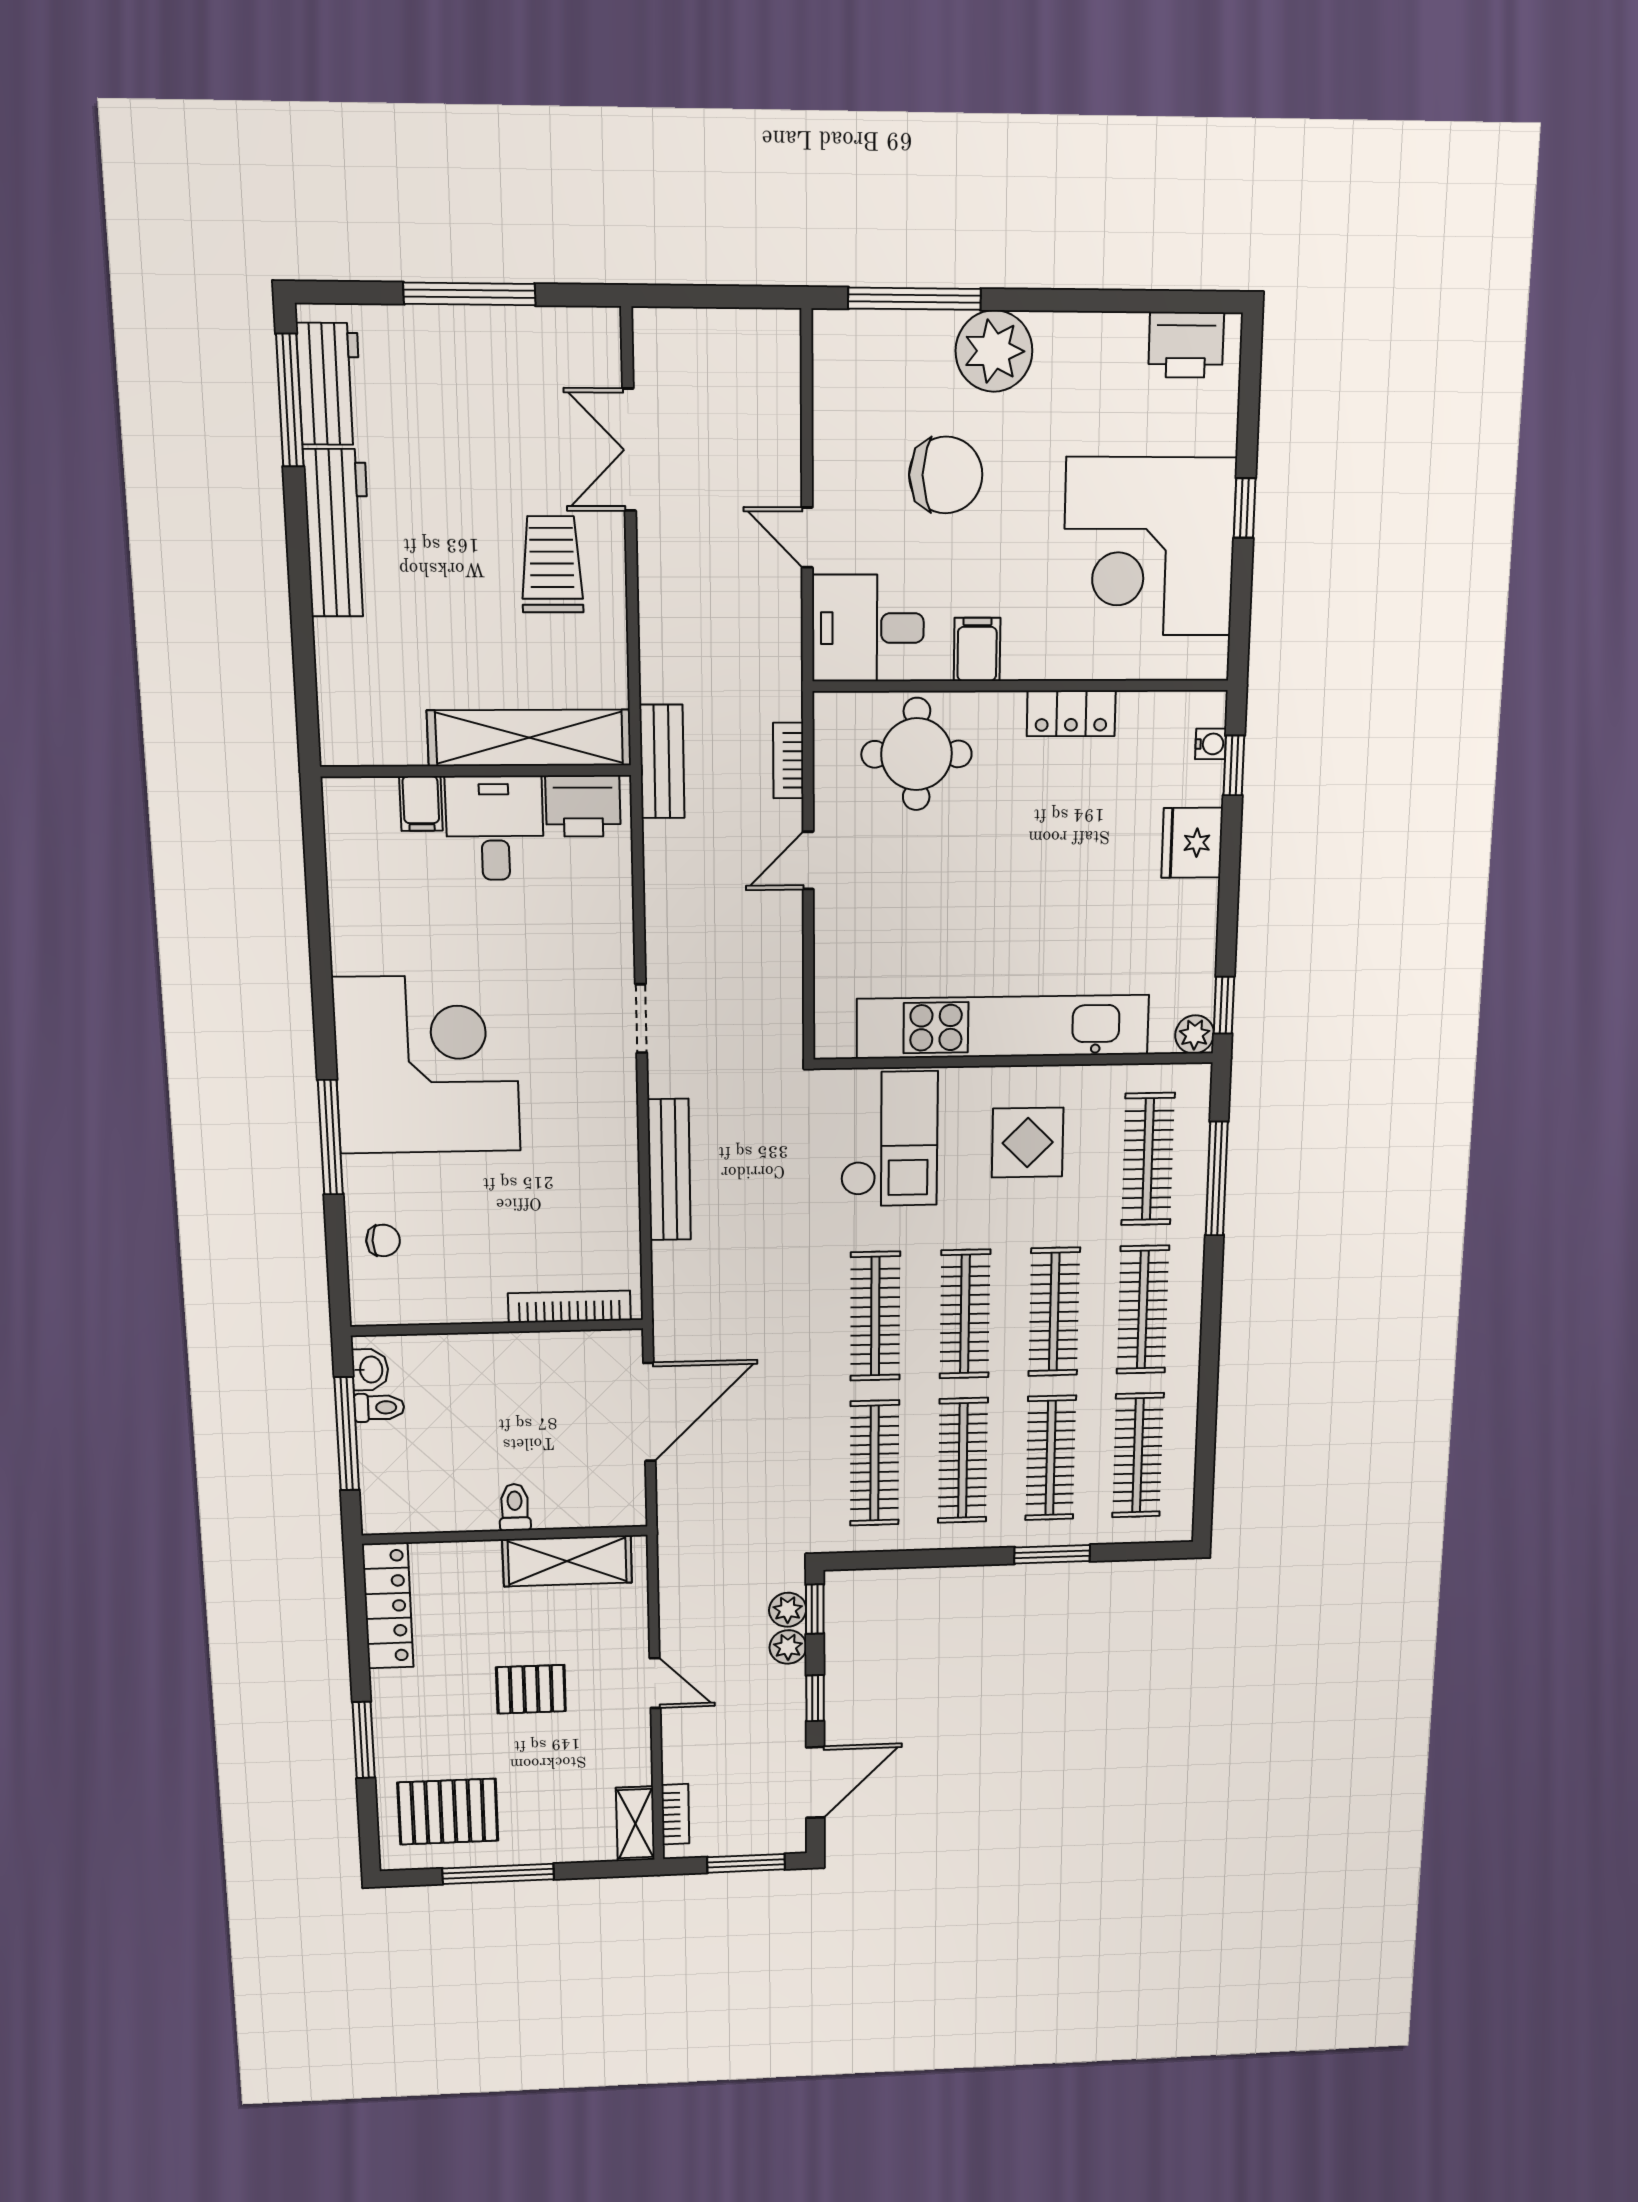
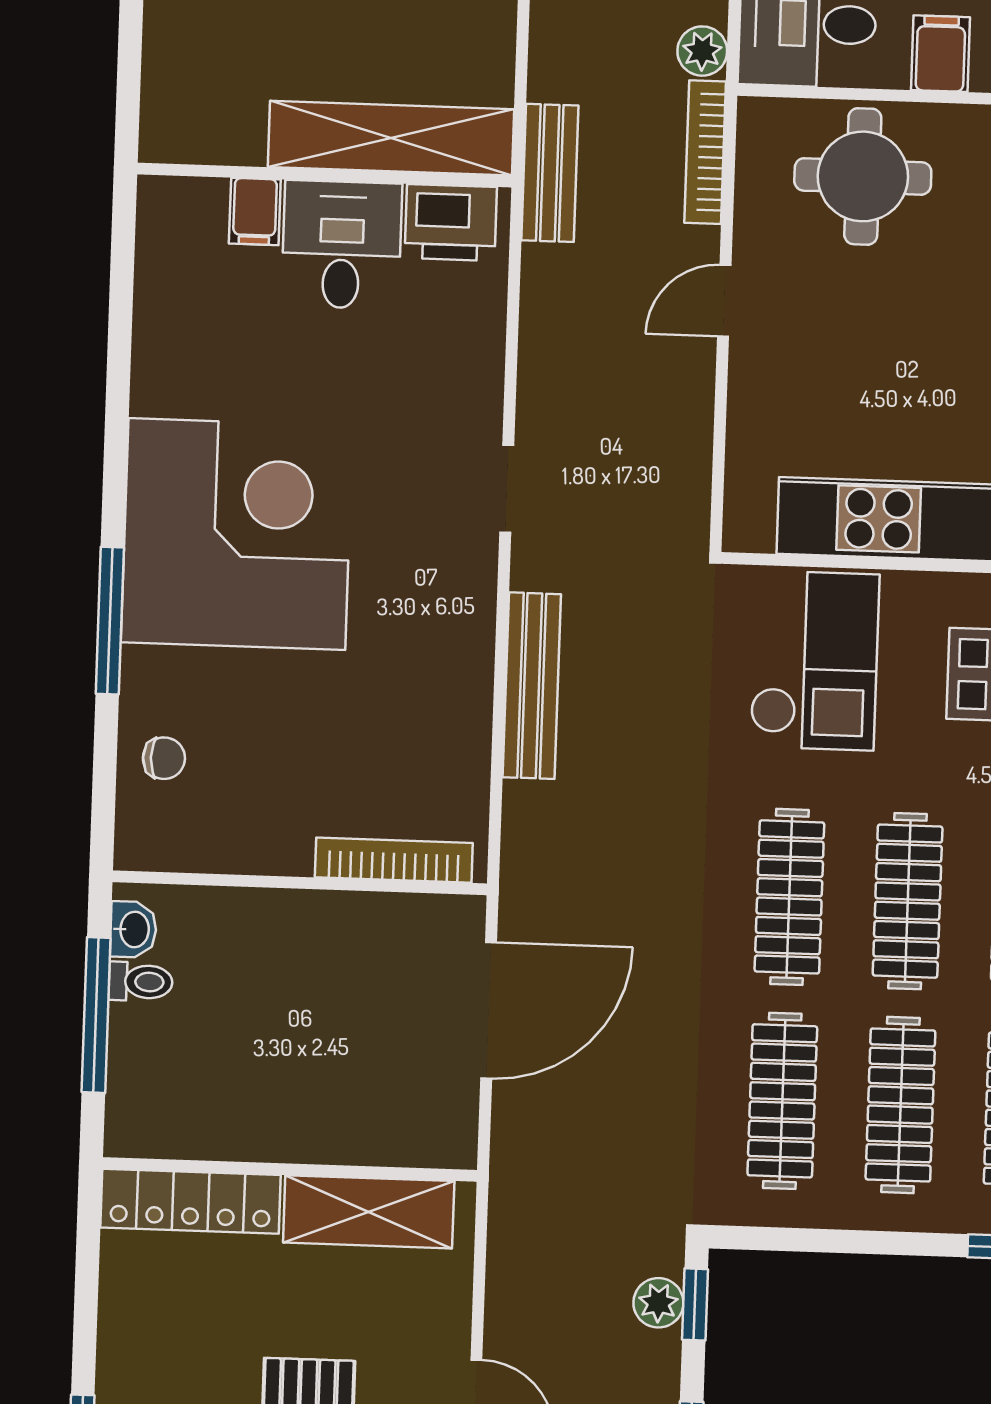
bookcase: (788, 760) -> (705, 152), width x1.56
toilet: (515, 1507) -> (305, 1131), removed
locker: (388, 1606) -> (191, 1201), moved, turned 90
plant: (788, 1647) -> (702, 51), moved

